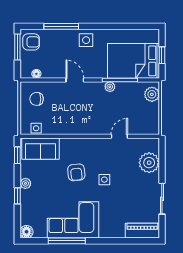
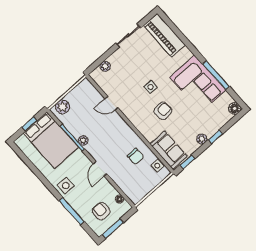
armchair: (31, 42) -> (101, 211), moved
chair: (37, 99) -> (136, 156), moved
plant: (149, 163) -> (105, 66), width x0.53, depth x0.53
piano: (142, 231) -> (164, 35), width x1.37, depth x1.33

